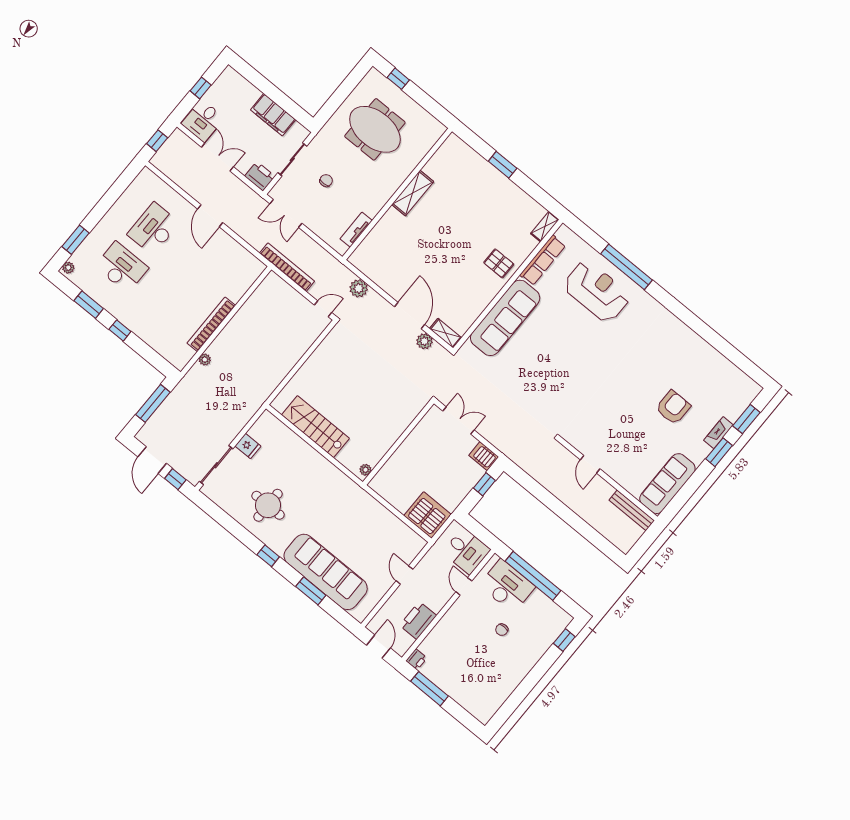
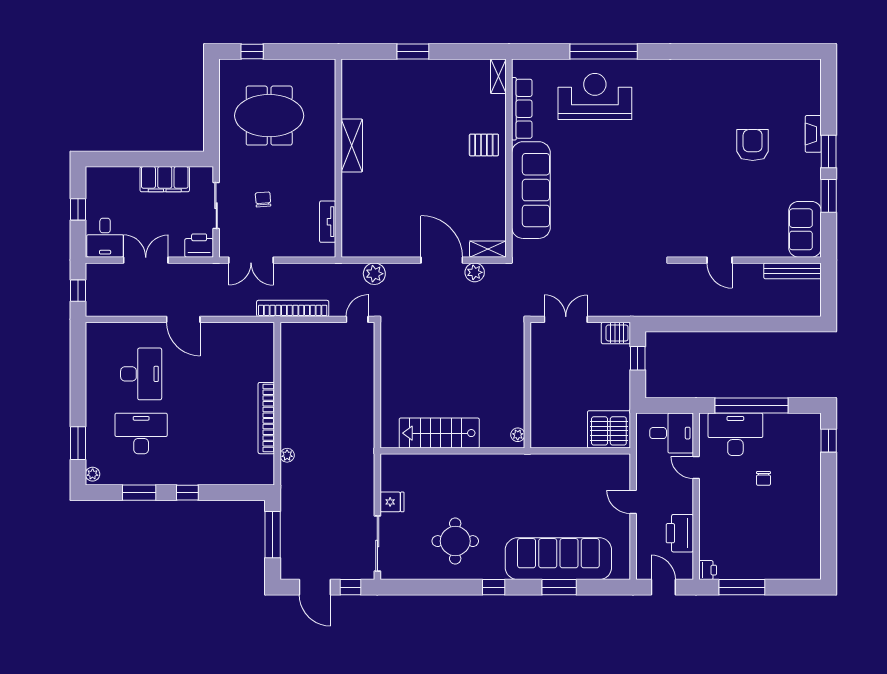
desk: (154, 229) -> (141, 374), turned 180
window: (746, 419) -> (829, 196), moved
sofa: (667, 484) -> (805, 229), width x0.73

